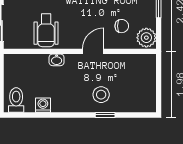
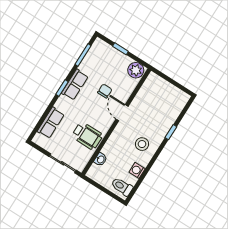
chair: (122, 26) -> (105, 91), moved
washbasin: (57, 60) -> (101, 159), moved
stool: (101, 95) -> (142, 144), moved

